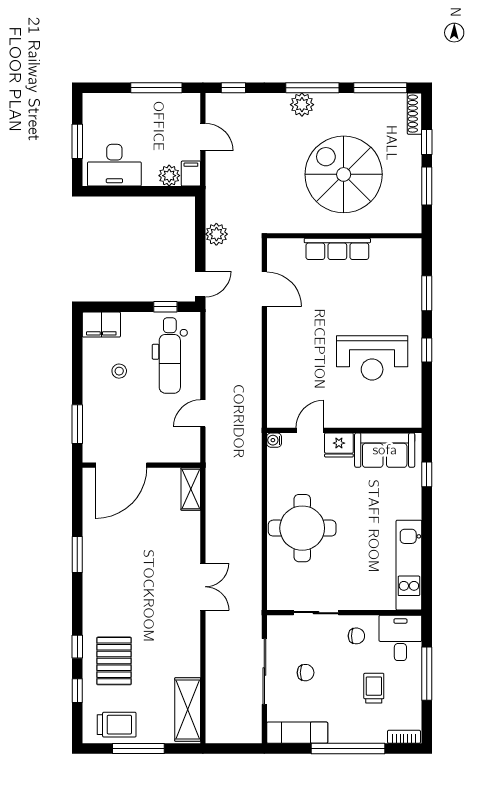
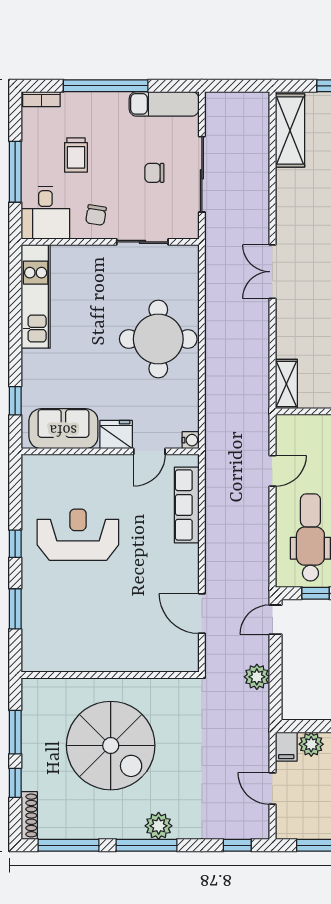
row of seats: (337, 249) -> (187, 505), moved, turned -90
chair: (356, 636) -> (96, 215), turned -81

